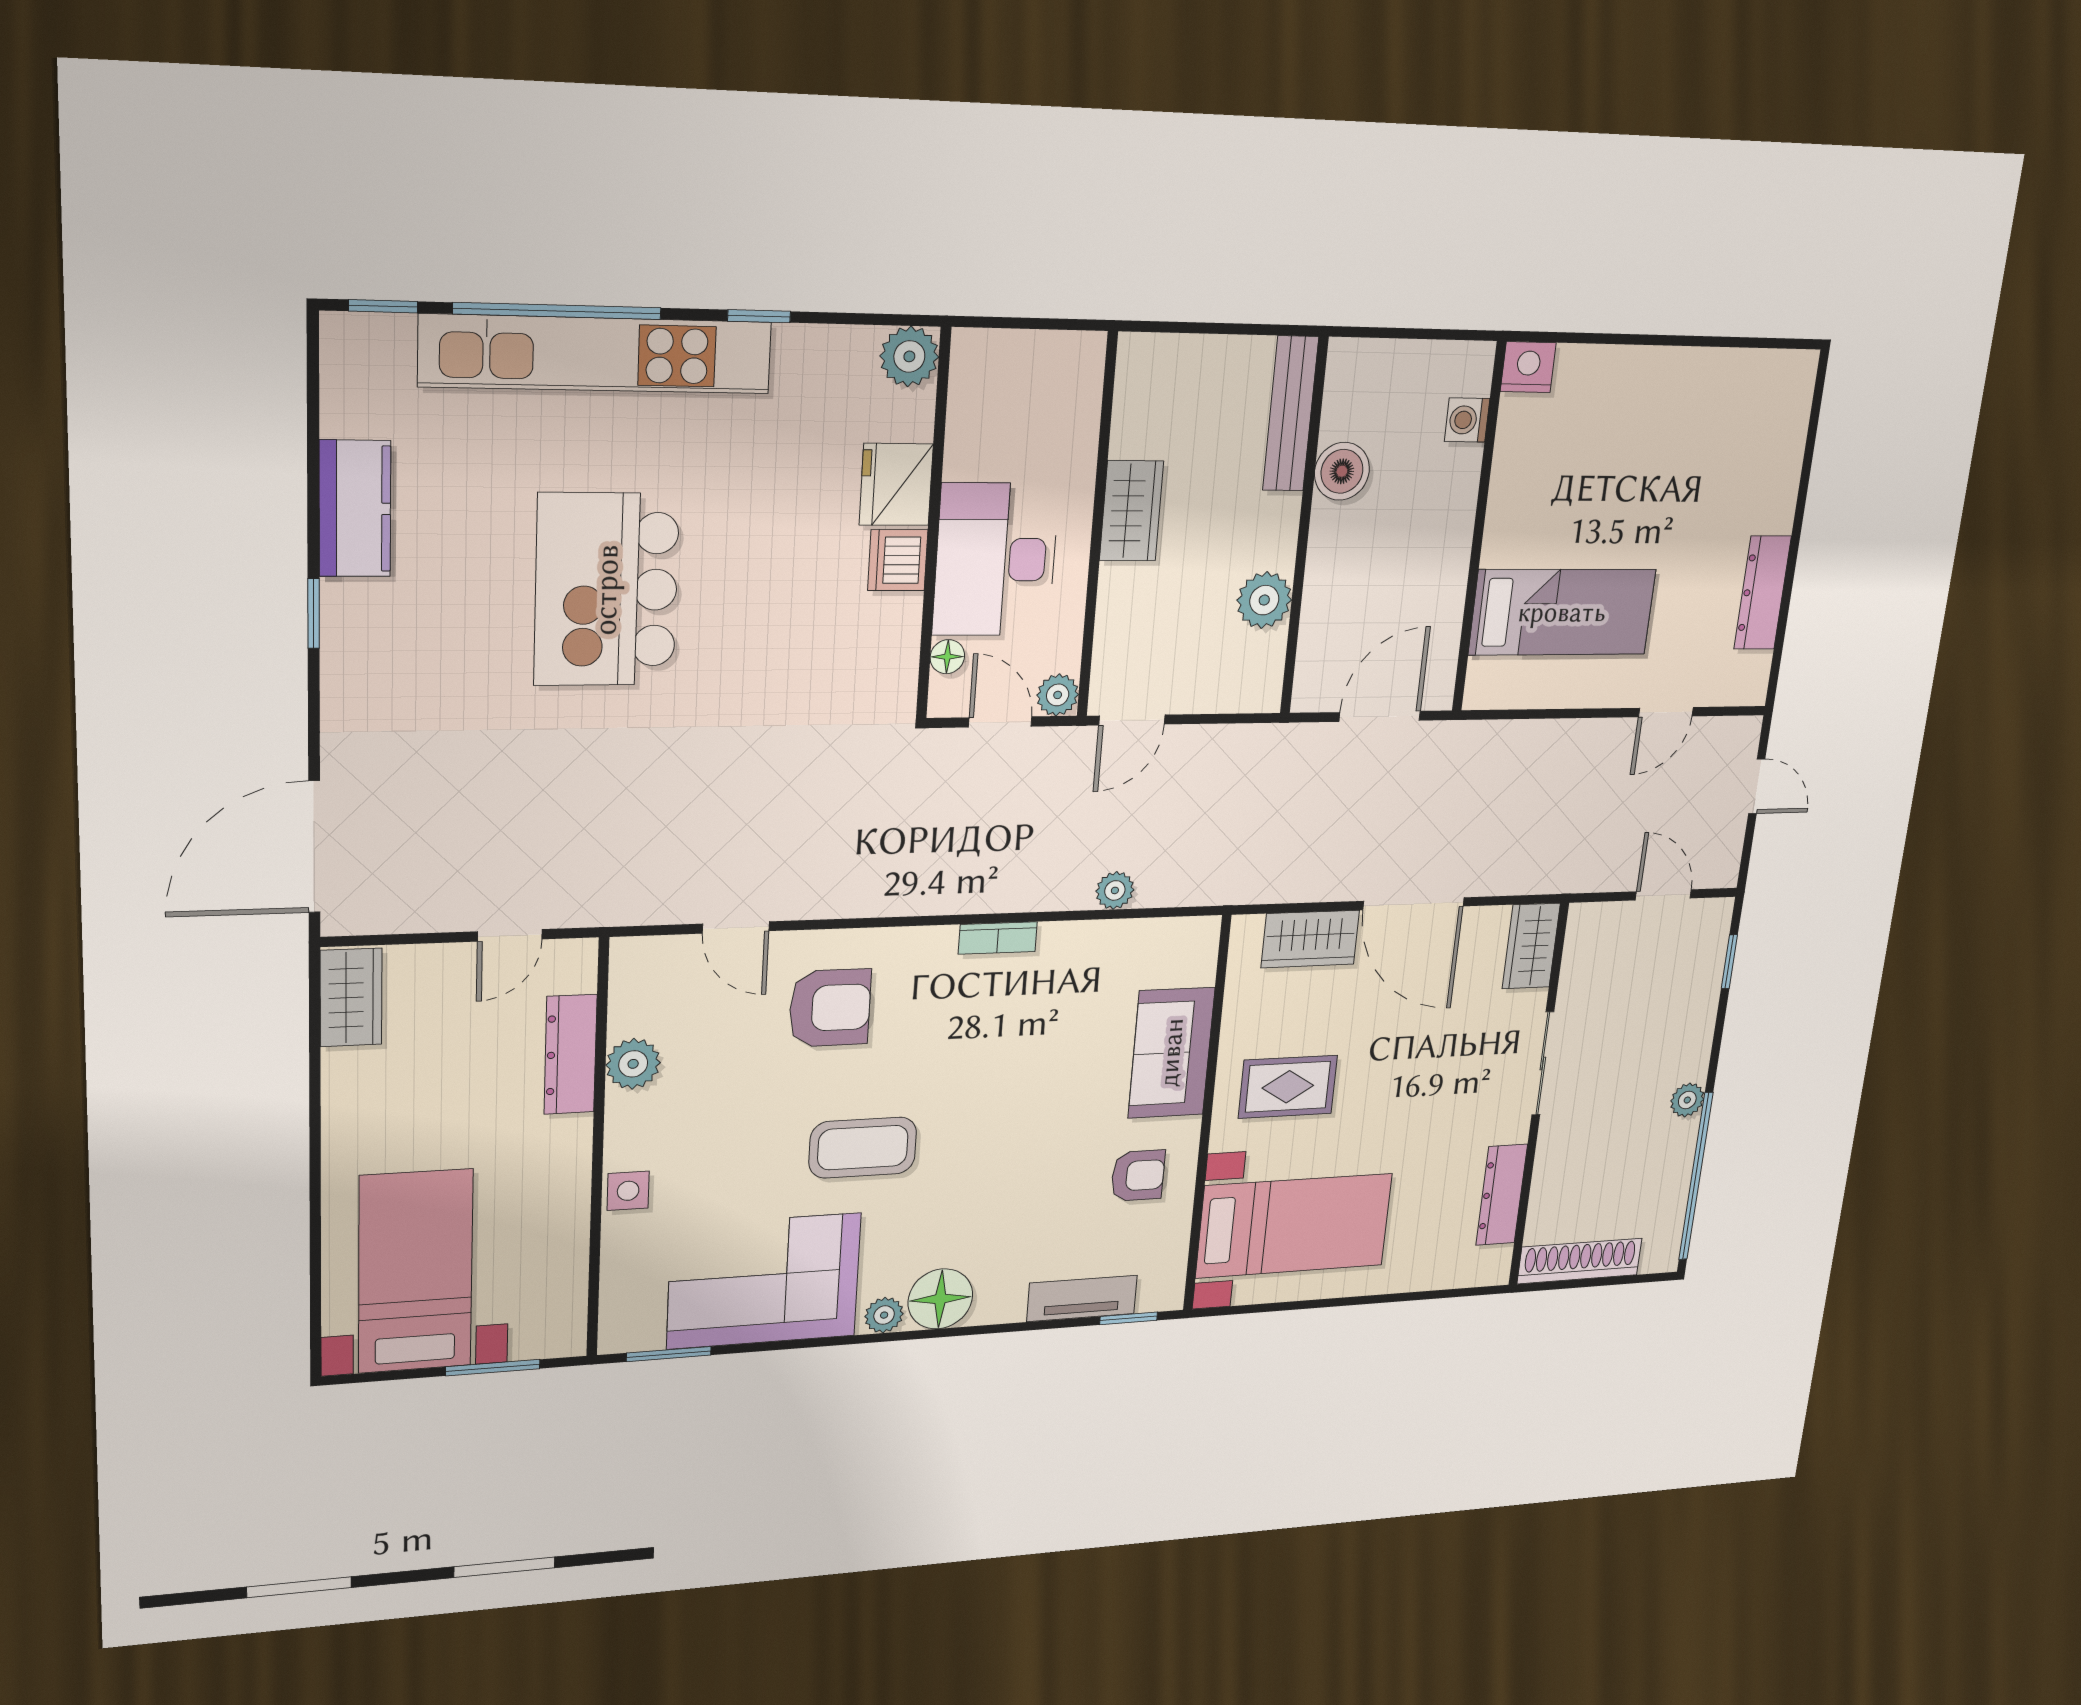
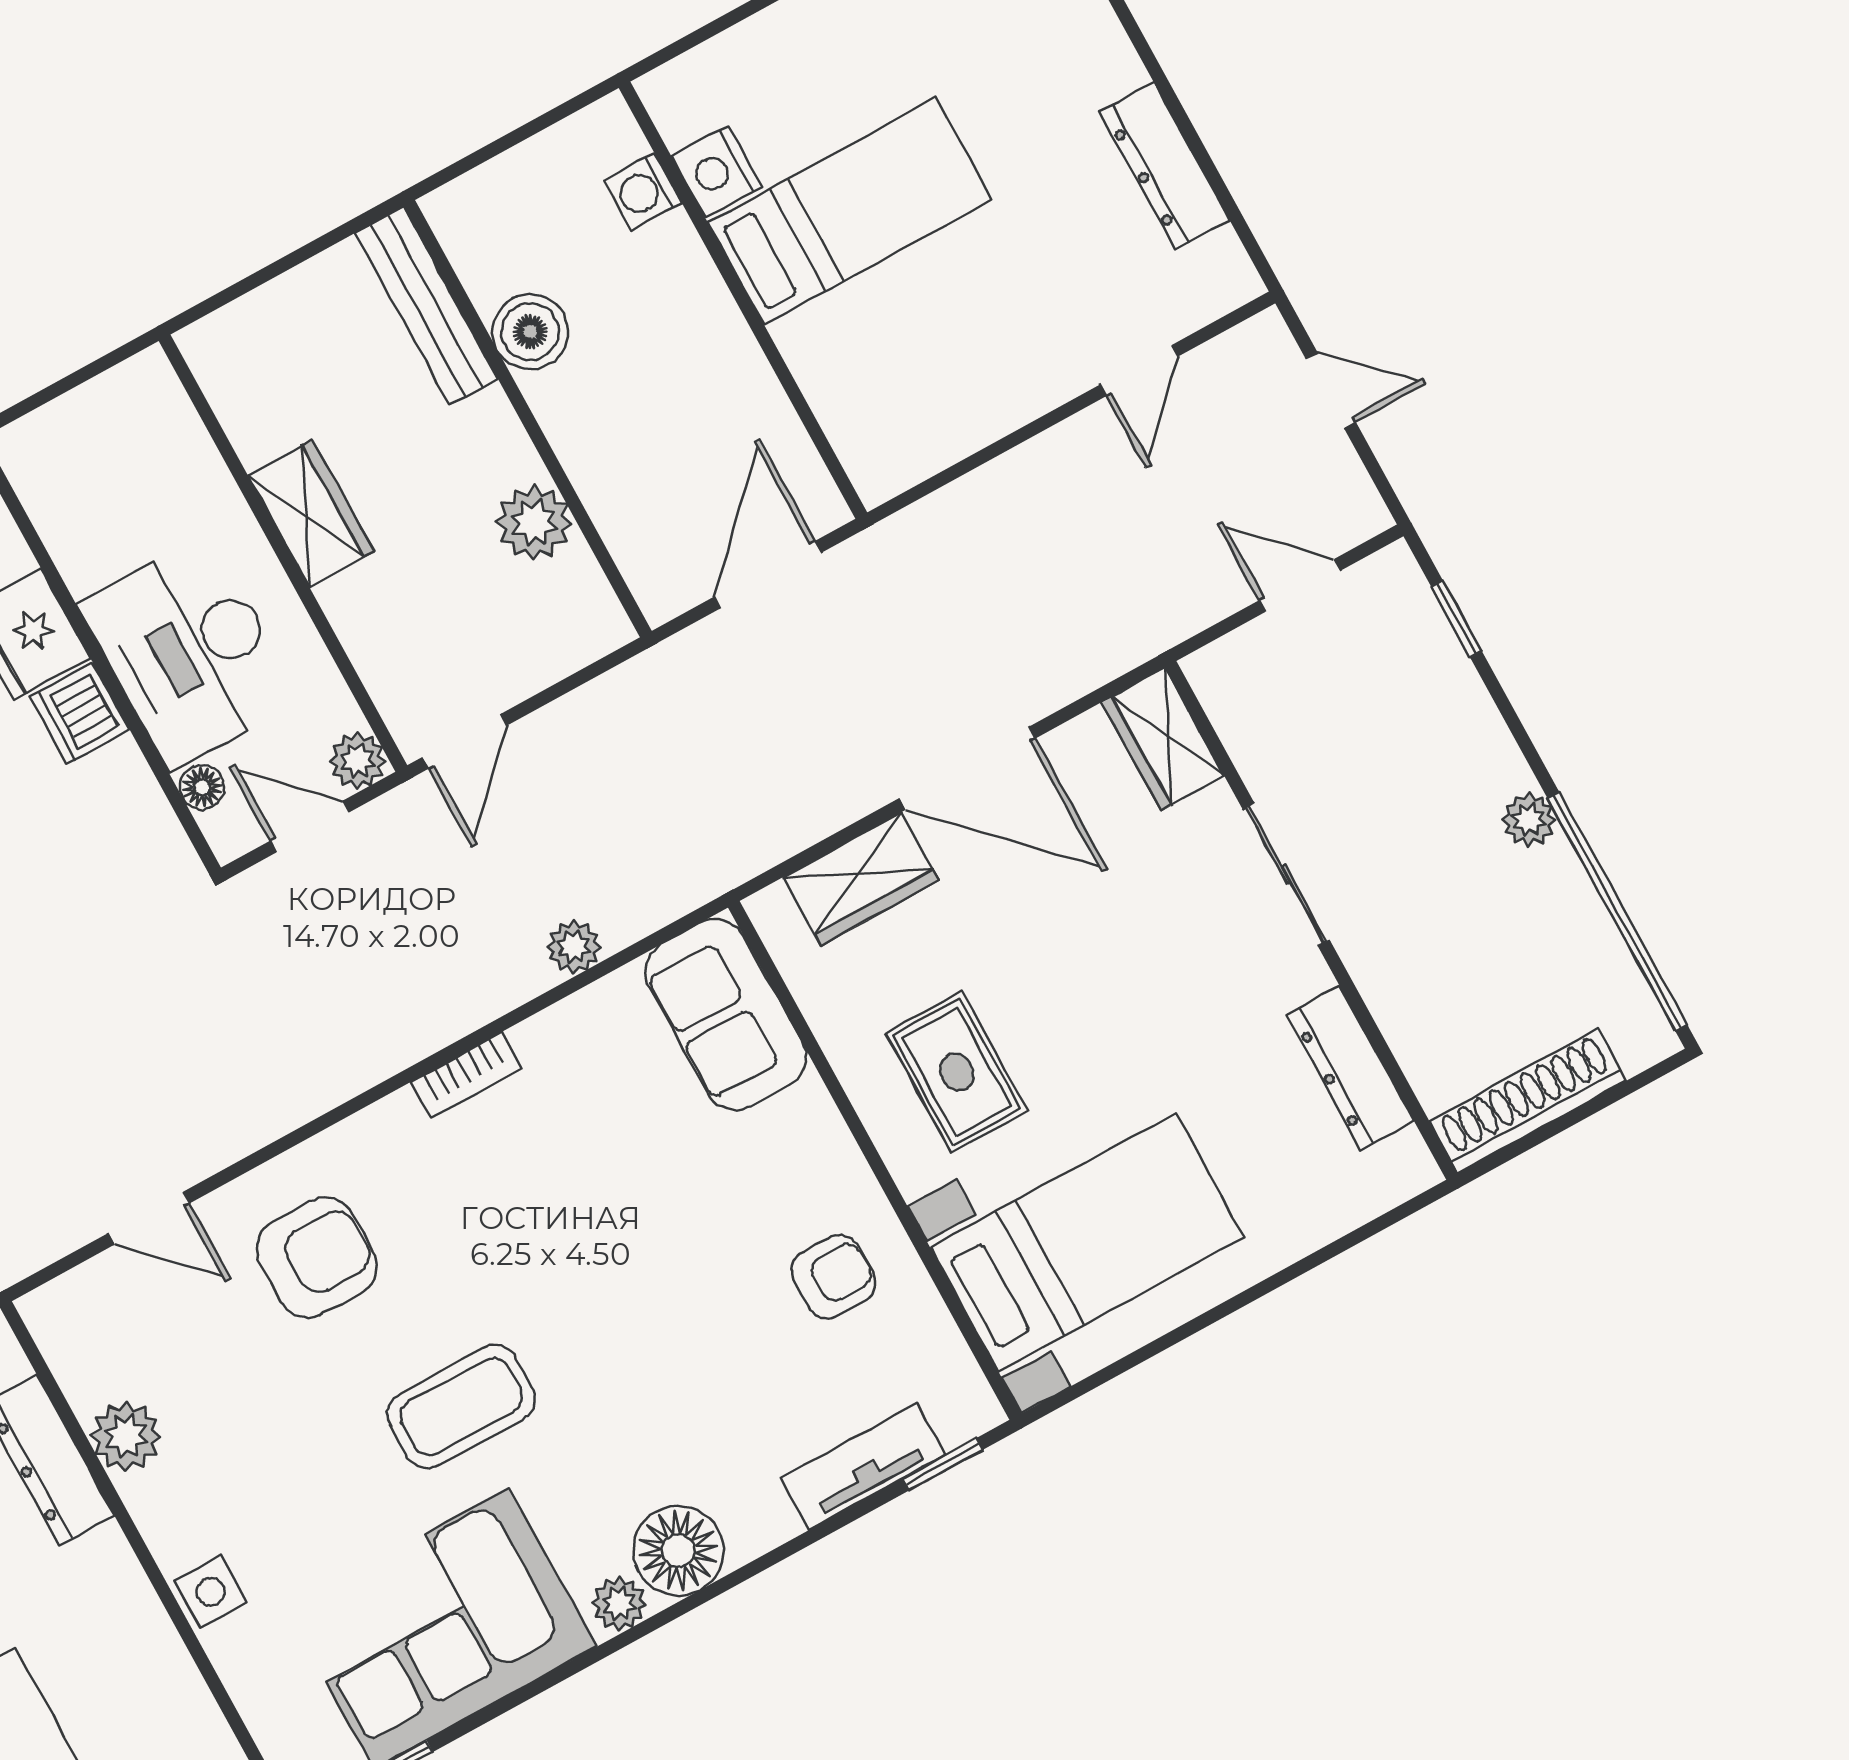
nightstand: (1528, 367) -> (717, 171), moved, turned -90
bed: (1562, 612) -> (850, 211), moved
sofa: (1171, 1053) -> (726, 1015), moved
rug: (1288, 1087) -> (957, 1072), turned 90

